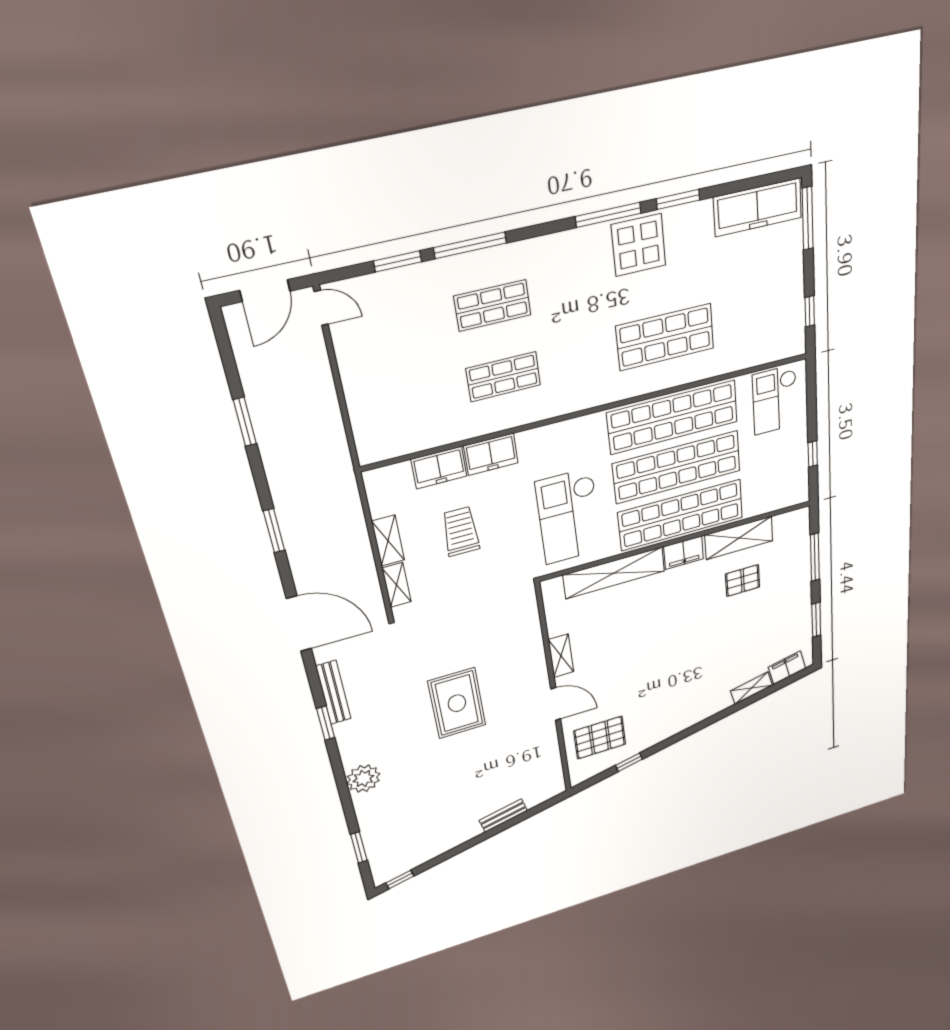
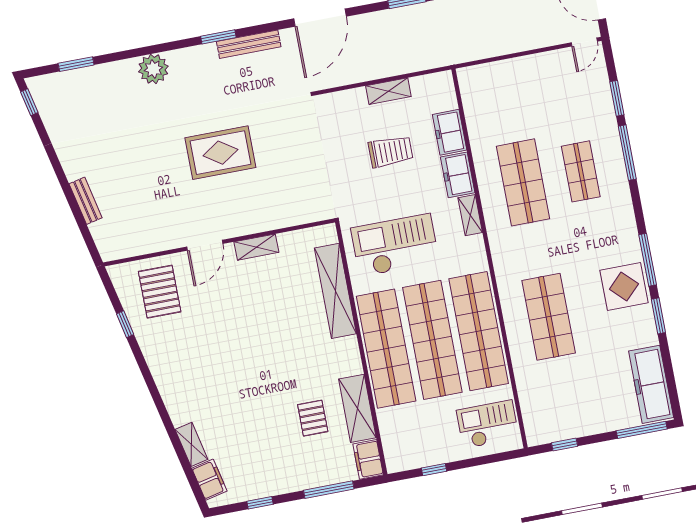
shop shelf: (503, 377) -> (523, 182), width x1.43, depth x1.36
filing cabinet: (684, 553) -> (368, 459), moved
shelving: (397, 585) -> (470, 215), moved, turned 90
window: (816, 620) -> (260, 503), width x0.67

